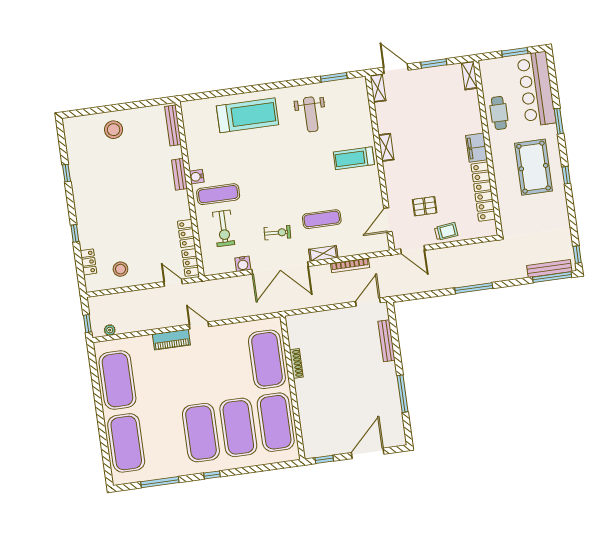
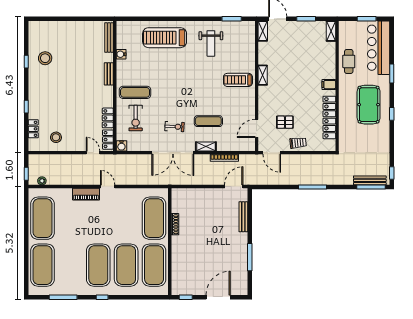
treadmill: (248, 115) -> (165, 38), turned 180
stool: (114, 130) -> (45, 58), moved
filing cabinet: (476, 148) -> (329, 85), width x0.50
water cooler: (197, 177) -> (121, 54), moved
water cooler: (243, 264) -> (121, 146), moved

